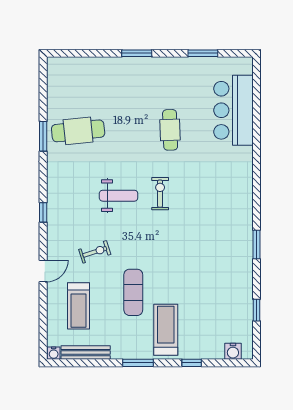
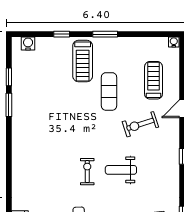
exercise bike: (160, 194) -> (87, 172), turned 180
window: (256, 244) -> (9, 105), moved
exercise bike: (95, 252) -> (140, 124), width x1.38, depth x1.39
bench: (86, 353) -> (148, 42), removed

